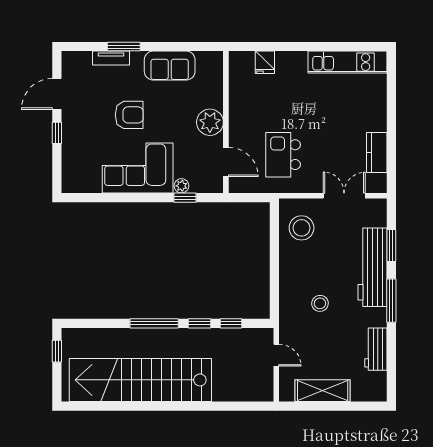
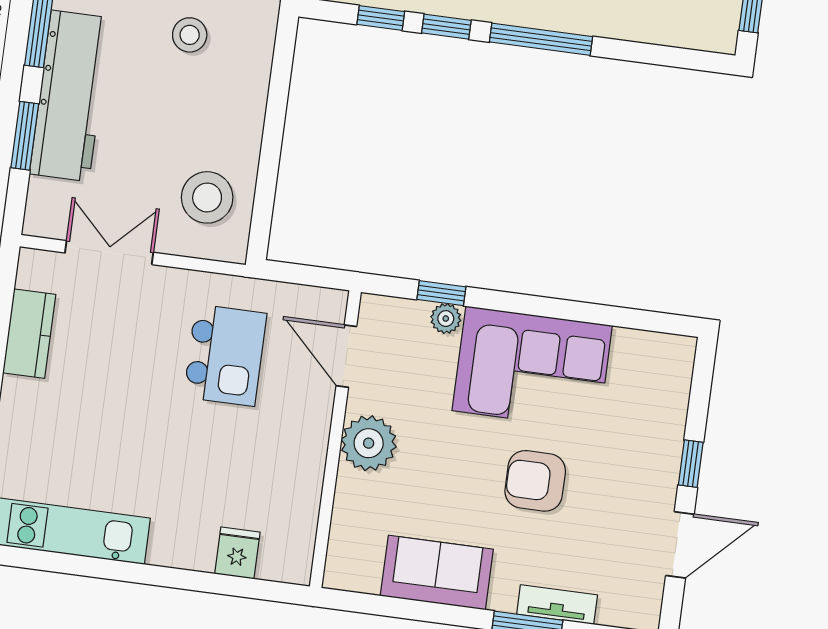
double door: (344, 196) -> (109, 253), swing flipped

